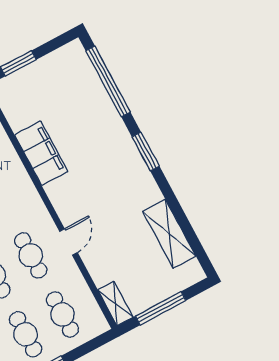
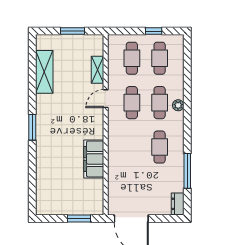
window: (108, 81) -> (32, 180), removed
shelving: (115, 304) -> (98, 70), moved
window: (161, 308) -> (73, 31), width x0.69

